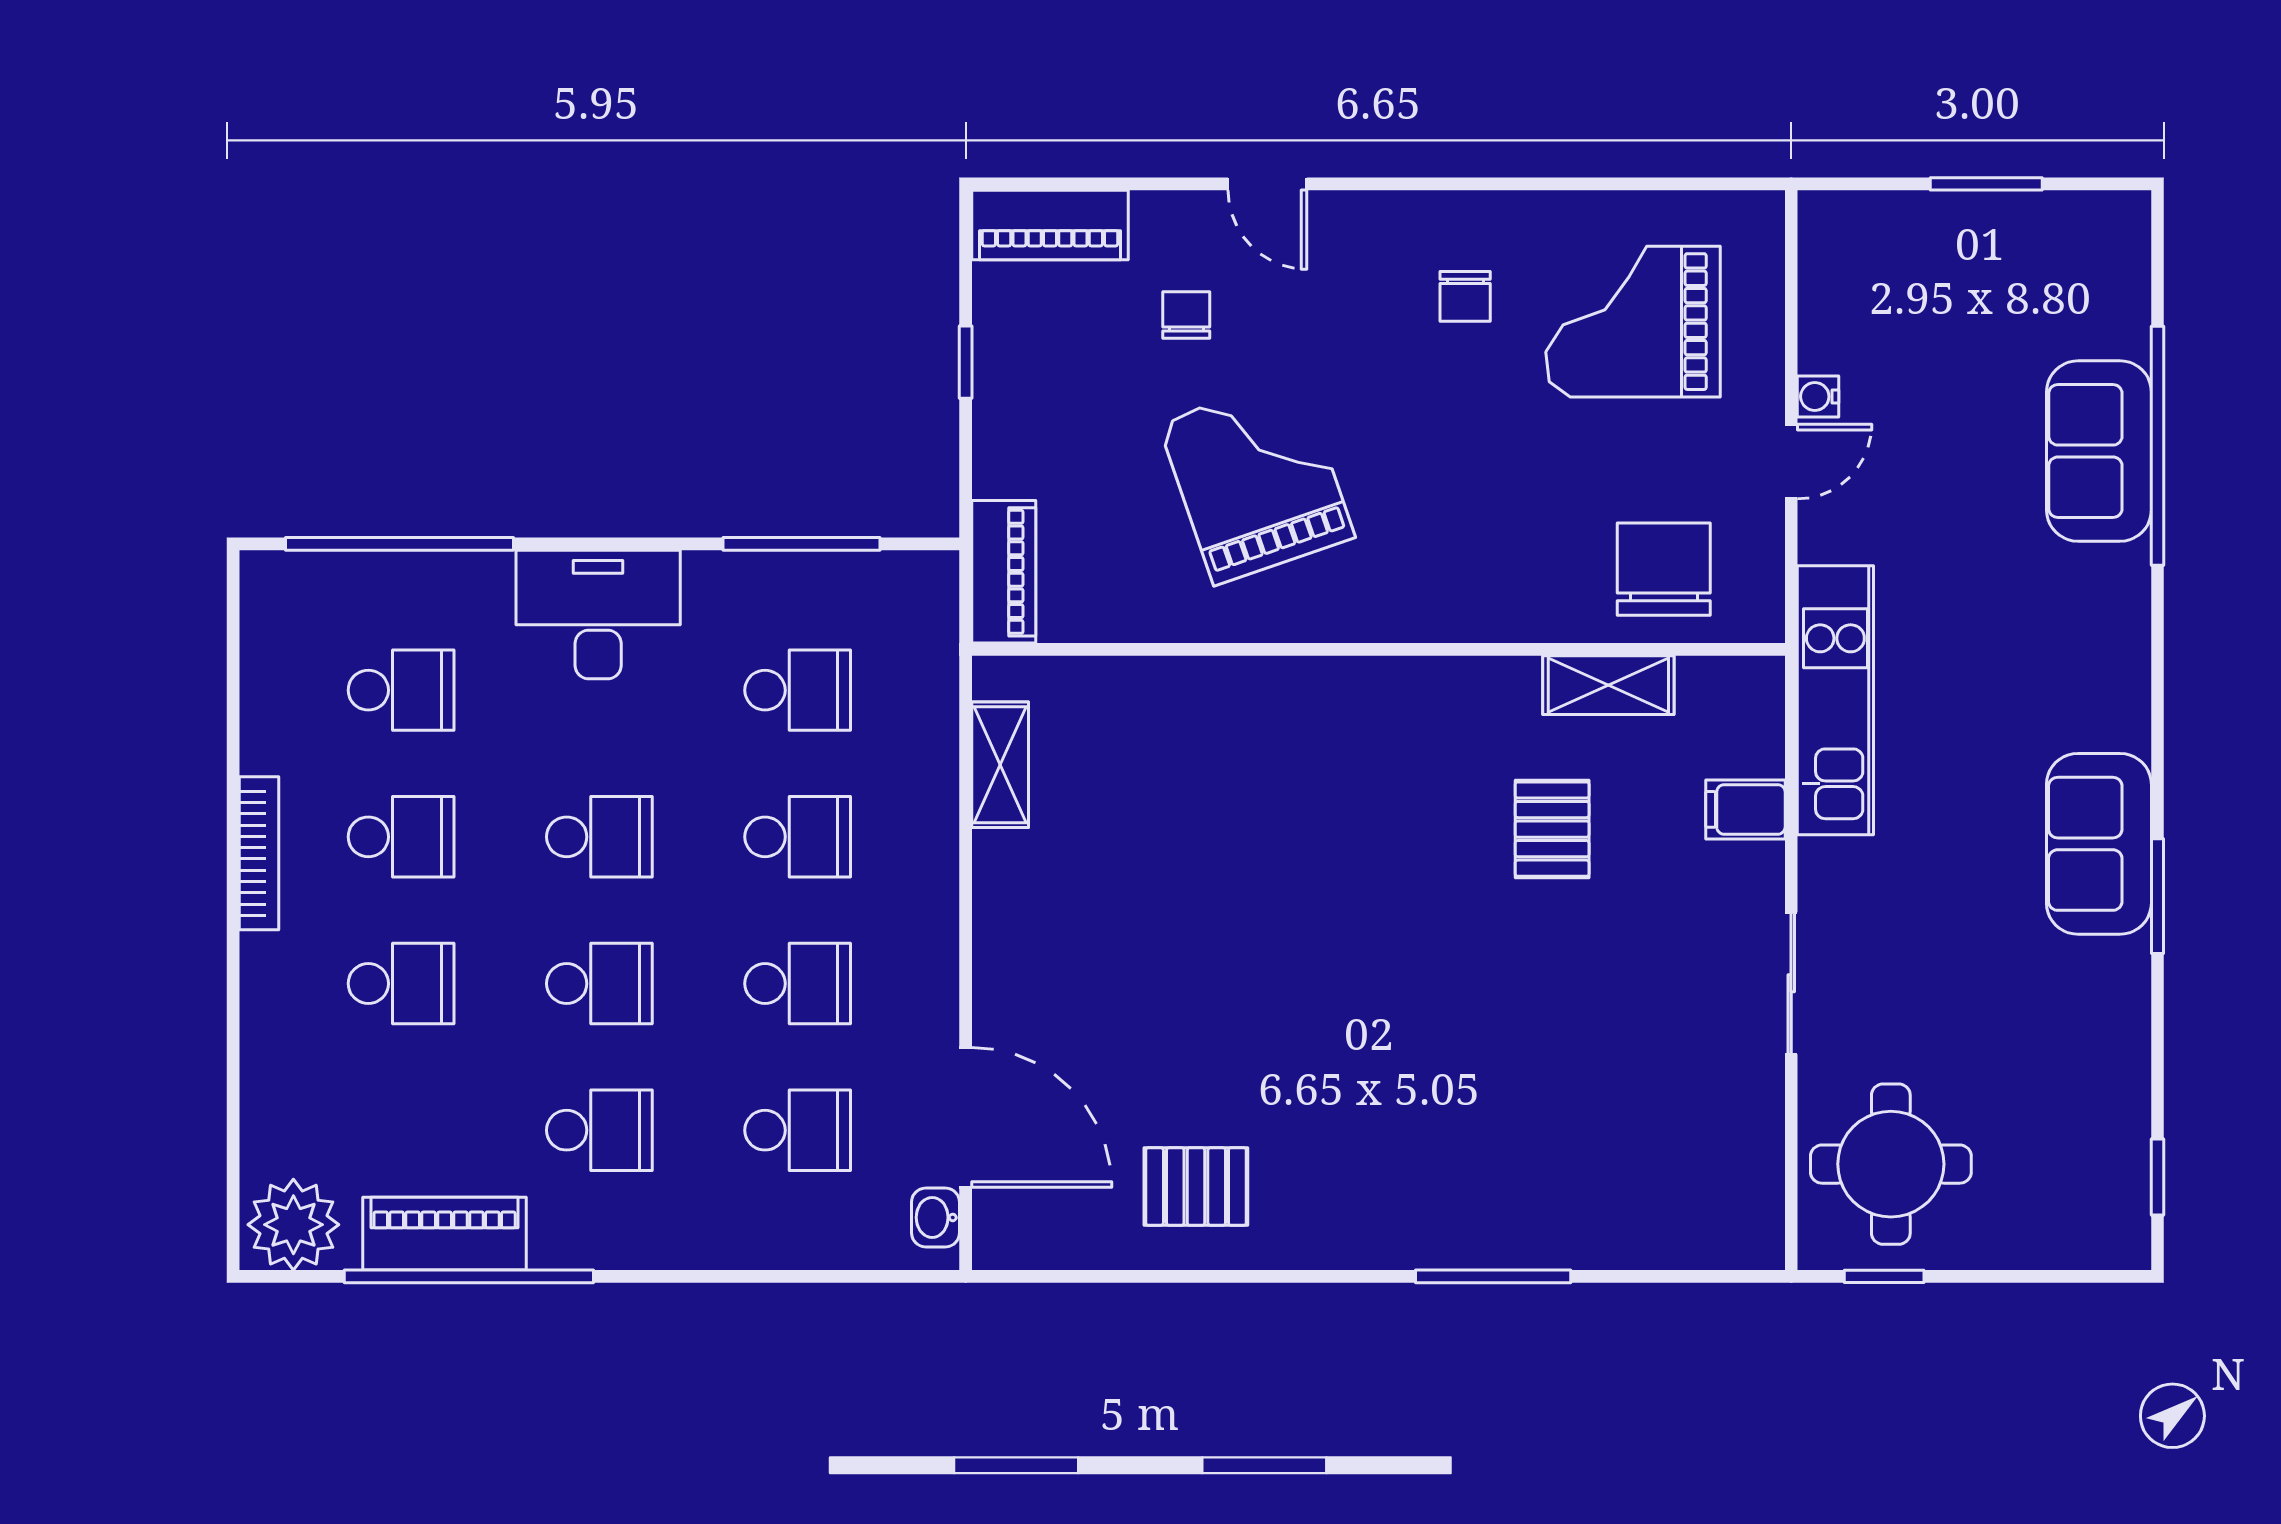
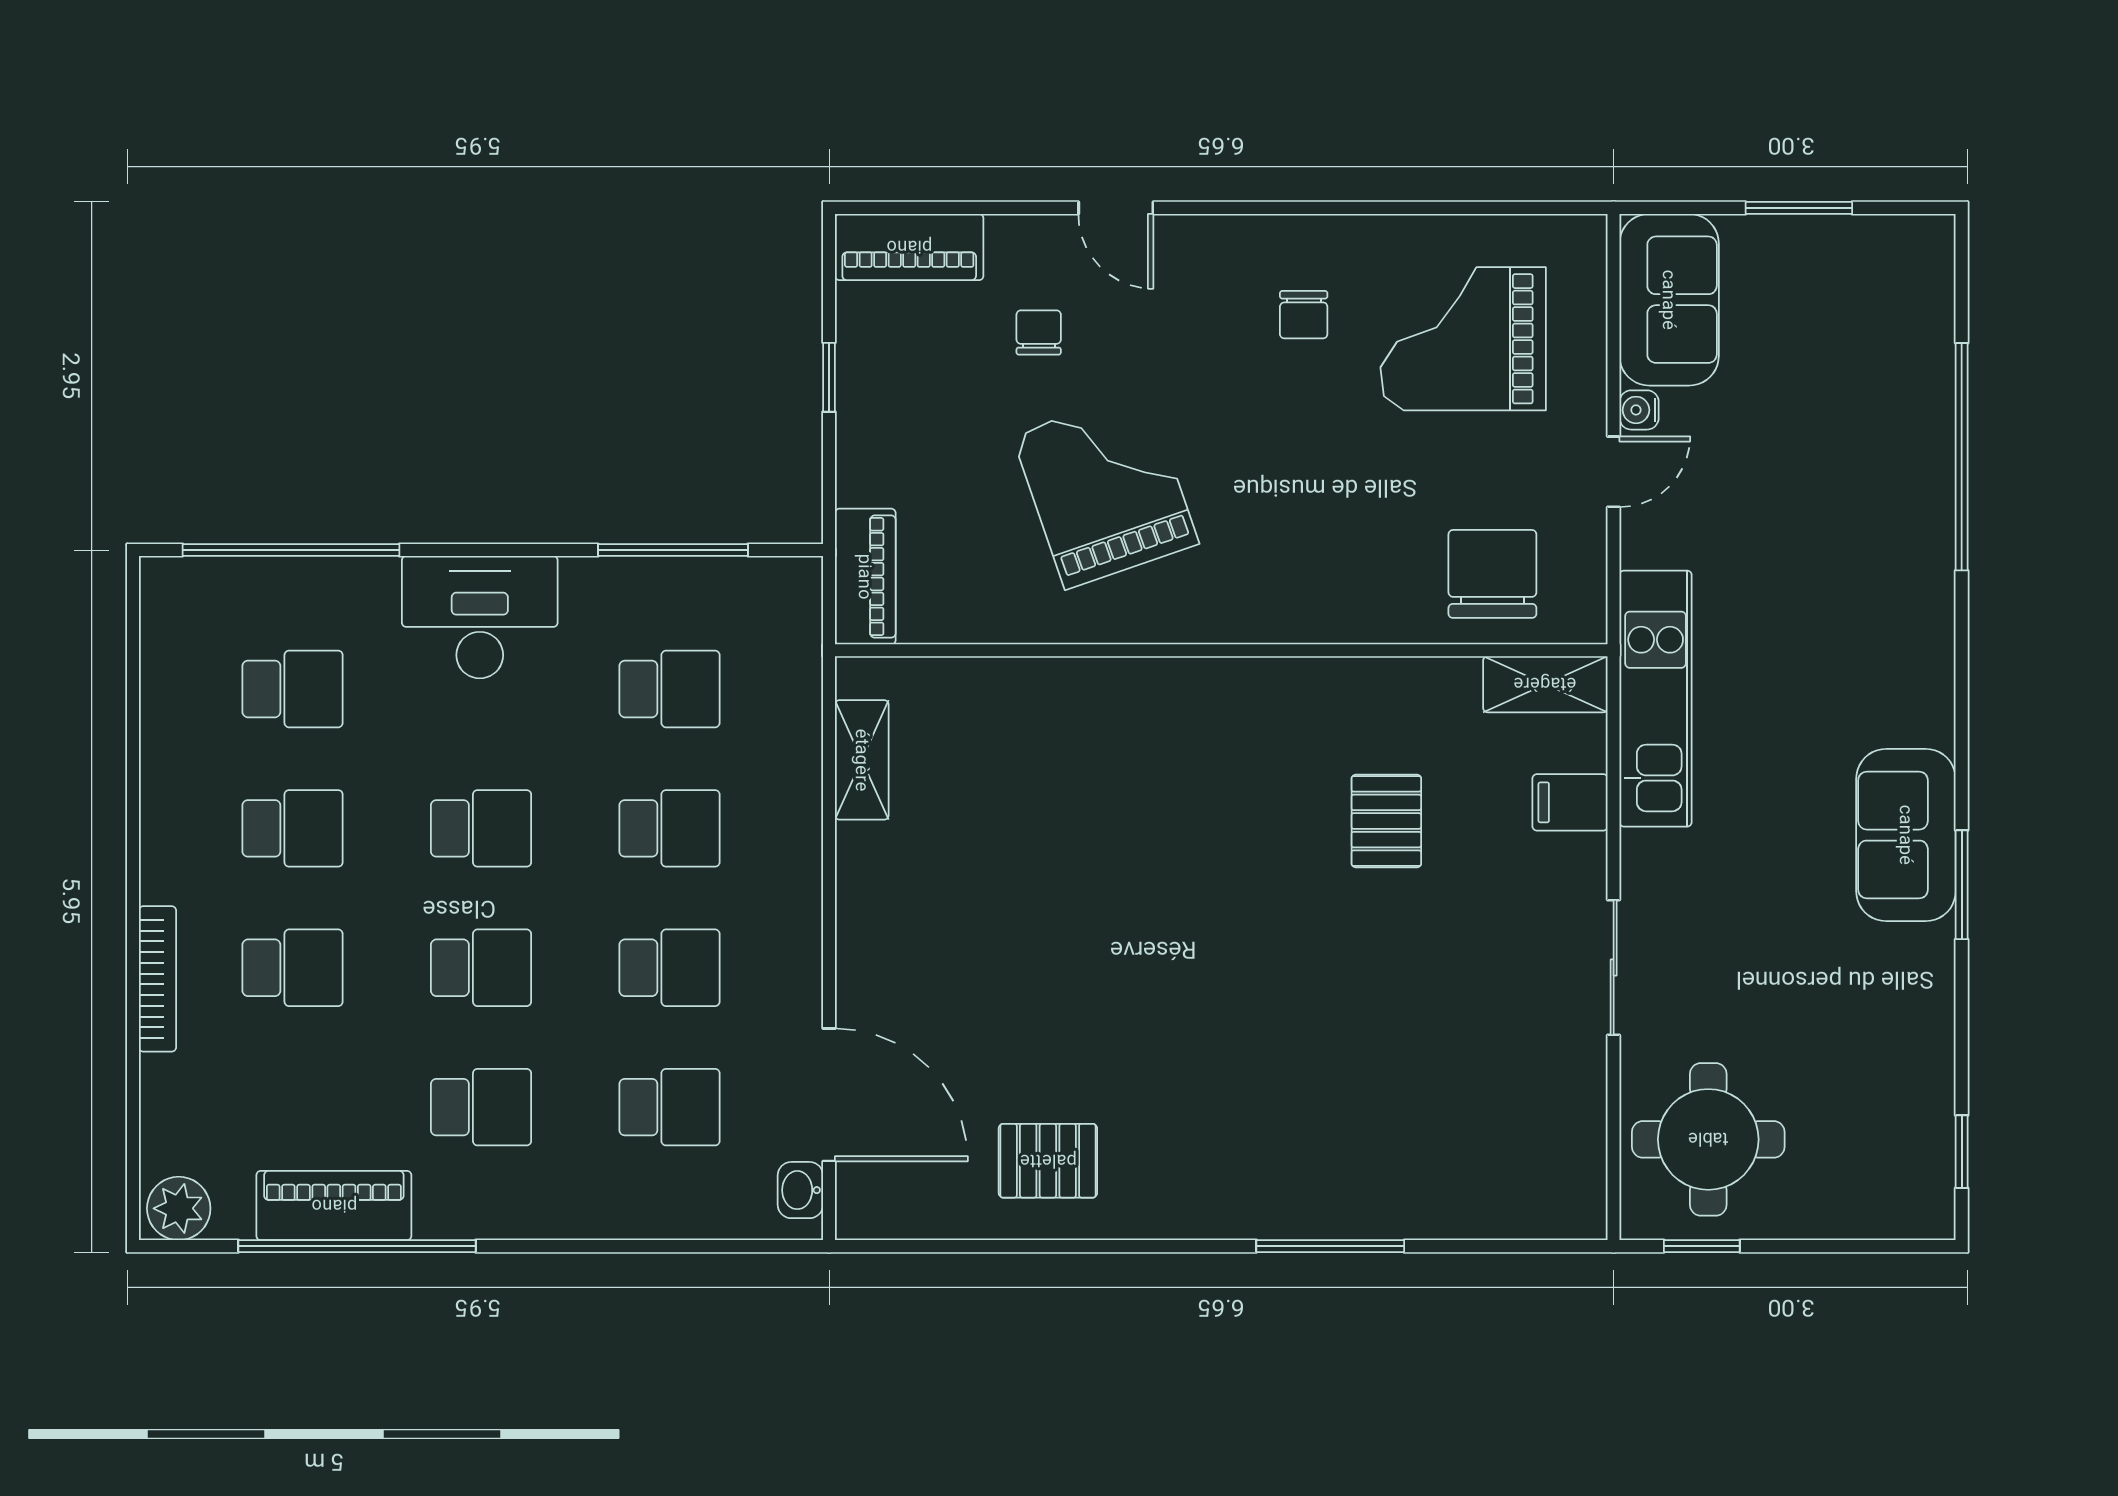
sofa: (2099, 451) -> (1669, 300), moved, turned 180
shelving: (1608, 685) -> (1545, 684), moved
bookcase: (259, 853) -> (157, 979), moved
plant: (293, 1225) -> (179, 1208), width x0.73, depth x0.73

